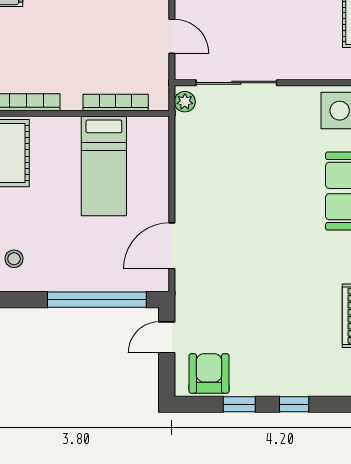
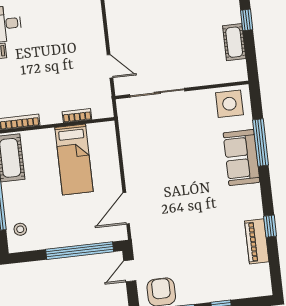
bookcase: (116, 102) -> (77, 116), width x0.64
plant: (185, 102) -> (124, 110), removed

